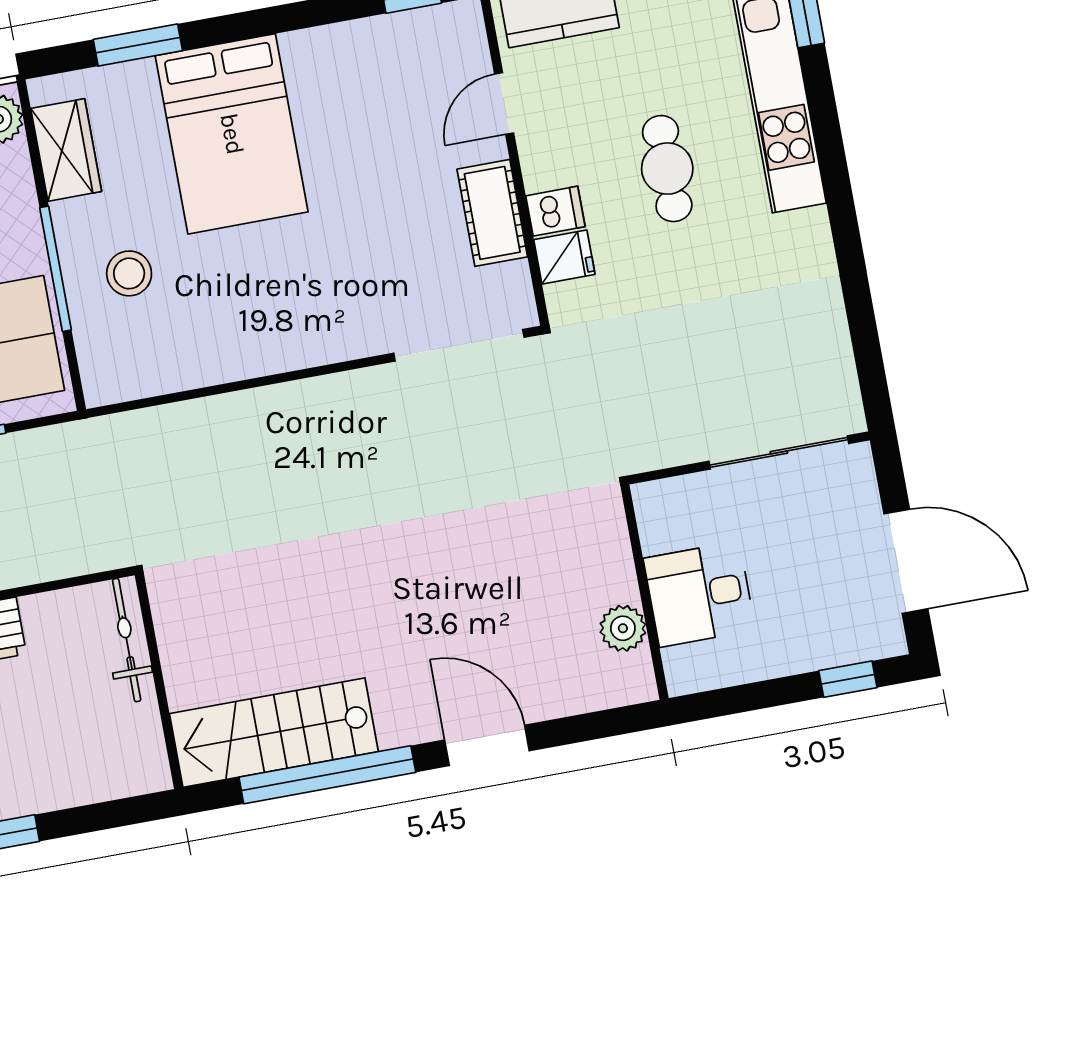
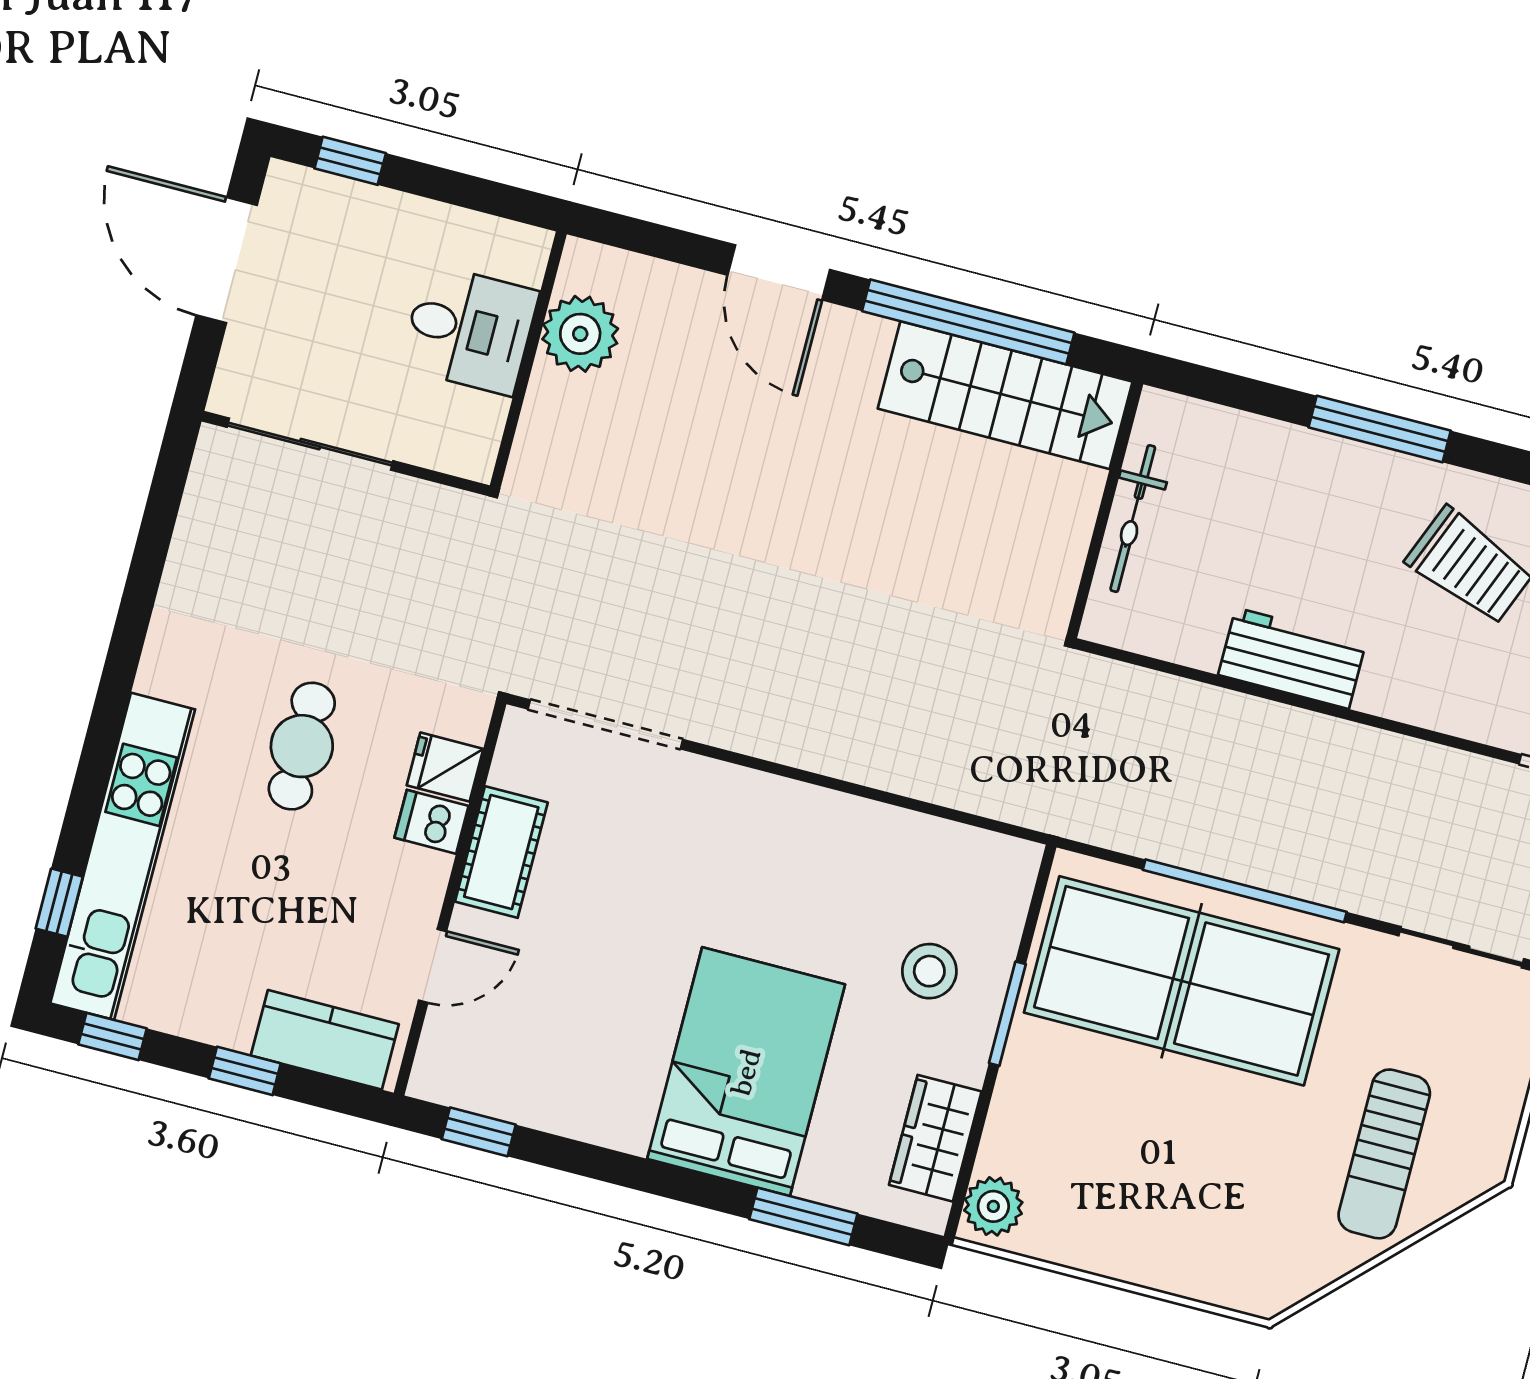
cafe table: (667, 169) -> (302, 746), moved
window: (56, 269) -> (1007, 1014), width x0.69
plant: (623, 628) -> (580, 334), width x1.36, depth x1.36
bicycle: (127, 640) -> (1133, 519), moved

